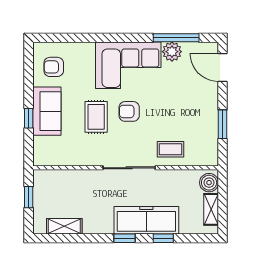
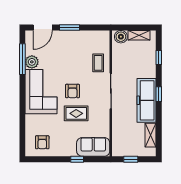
sofa: (47, 111) -> (93, 147), moved
window: (223, 124) -> (69, 28), moved
freezer: (146, 220) -> (146, 100), moved
window: (163, 238) -> (159, 57), moved

